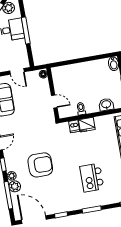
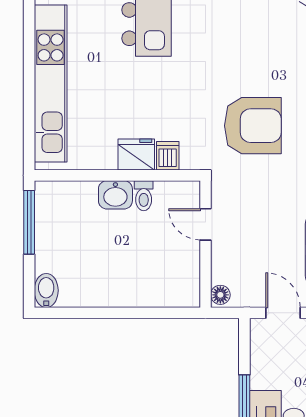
washbasin: (106, 105) -> (115, 195), moved
armchair: (40, 165) -> (253, 126), moved, turned 180

